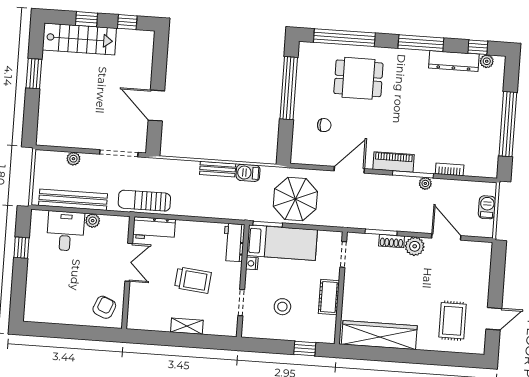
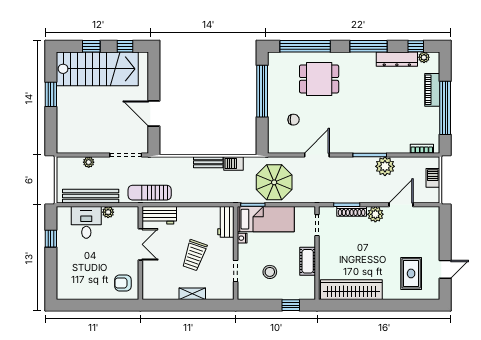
stairs: (79, 39) -> (97, 69), width x1.36, depth x1.51
piano: (394, 162) -> (432, 90), moved, turned -90
bookcase: (450, 169) -> (422, 149), moved
plant: (425, 183) -> (385, 166), width x1.87, depth x1.87
door: (446, 237) -> (401, 205), hinge flipped
shoe rack: (392, 241) -> (352, 211), width x1.43
trolley: (193, 280) -> (194, 255), turned 103
armchair: (104, 307) -> (123, 283), turned -113

